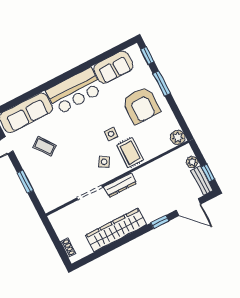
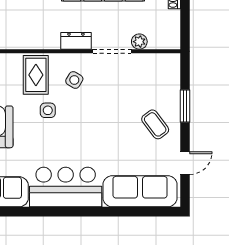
coffee table: (45, 146) -> (155, 124), moved
dresser: (120, 185) -> (76, 41), width x0.70
plant: (75, 208) -> (139, 42), added

